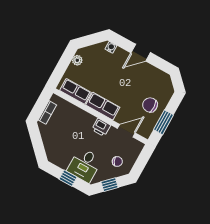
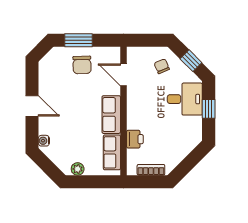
window: (163, 122) -> (79, 40), moved
printer: (101, 127) -> (135, 139), moved

